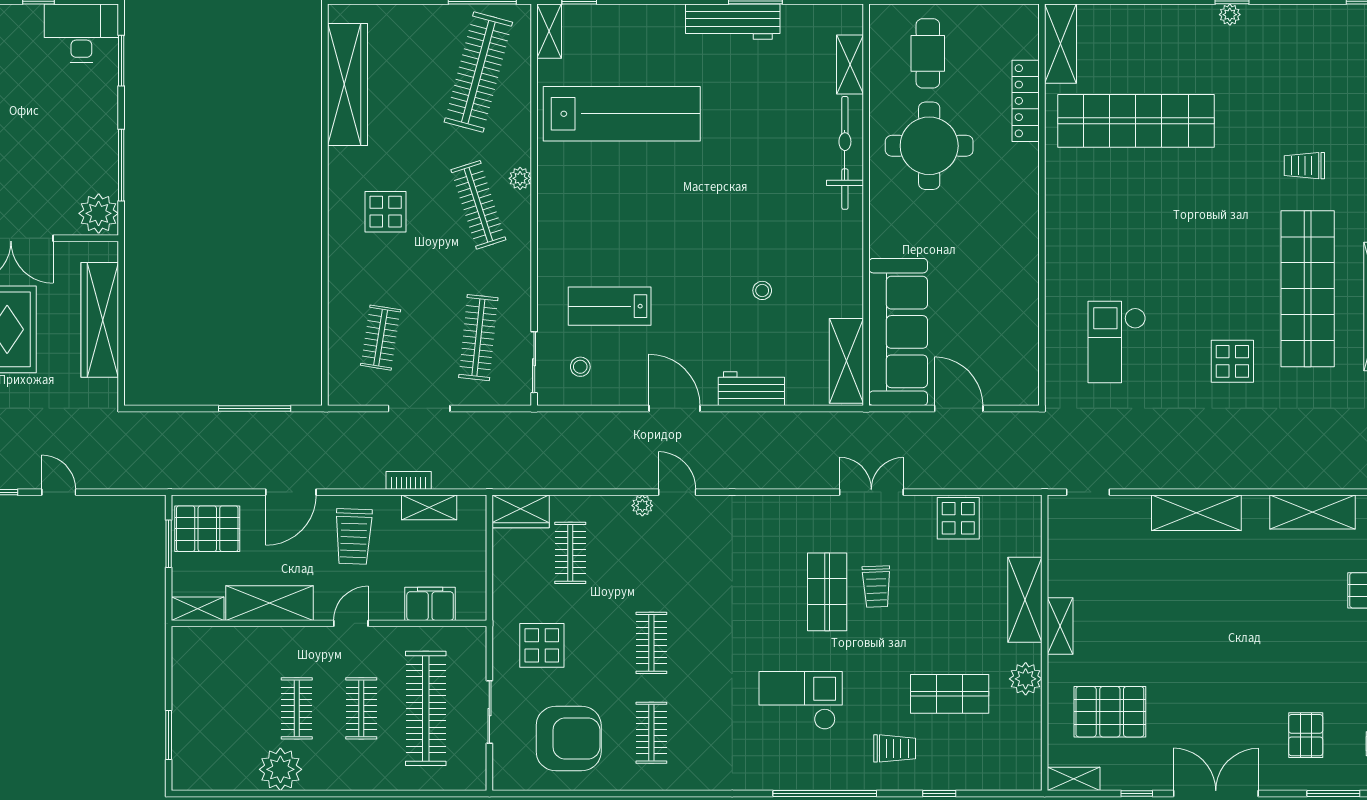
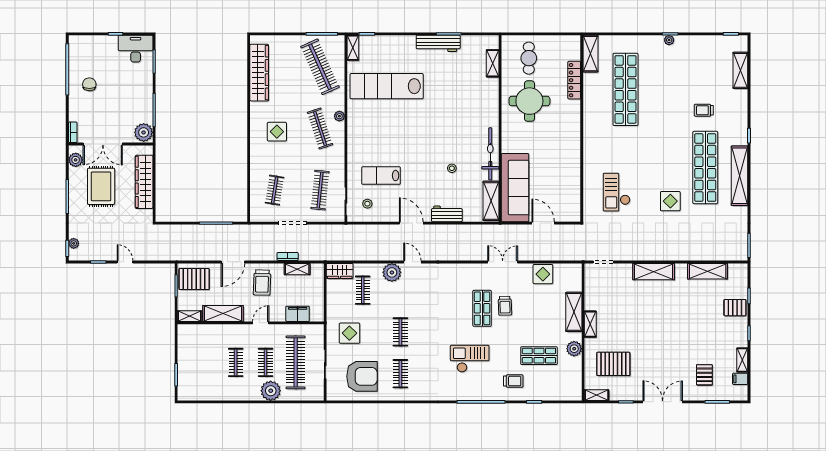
clothes rail: (478, 72) -> (320, 67), turned -39
lab bench: (622, 114) -> (387, 86), turned 180
shop shelf: (1136, 121) -> (626, 89), turned 90
bicycle: (845, 153) -> (490, 154), moved
plant: (642, 506) -> (392, 272), width x1.88, depth x1.88
plant: (280, 769) -> (271, 391), moved

